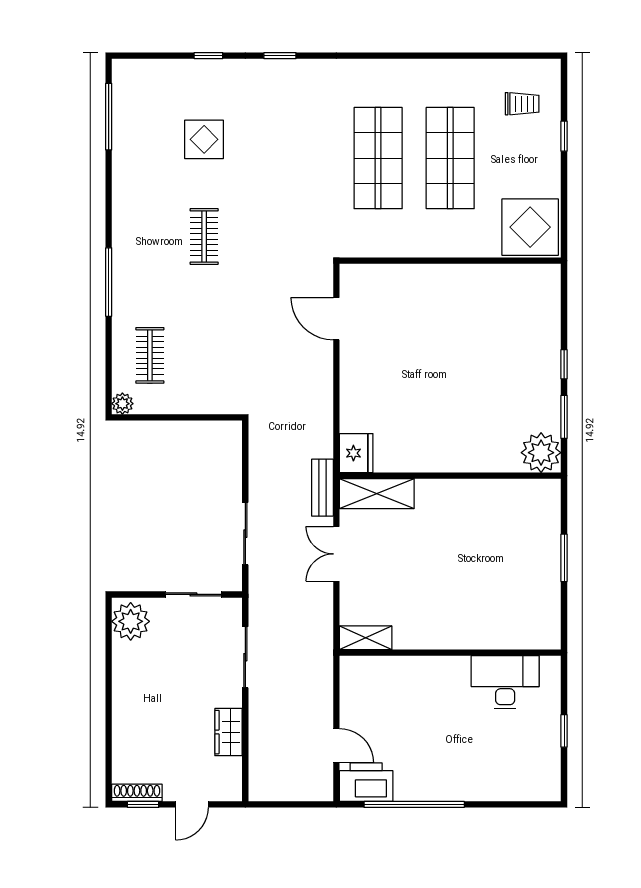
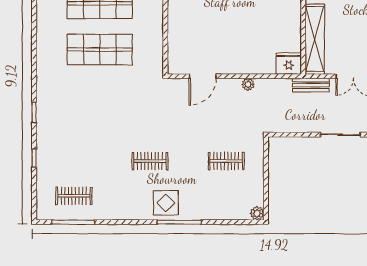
clothes rail: (150, 118) -> (74, 196), added
display table: (204, 139) -> (166, 203), moved
clothes rail: (150, 355) -> (226, 161), moved
plant: (324, 389) -> (248, 84), added
shelving: (377, 494) -> (315, 39), width x1.47

